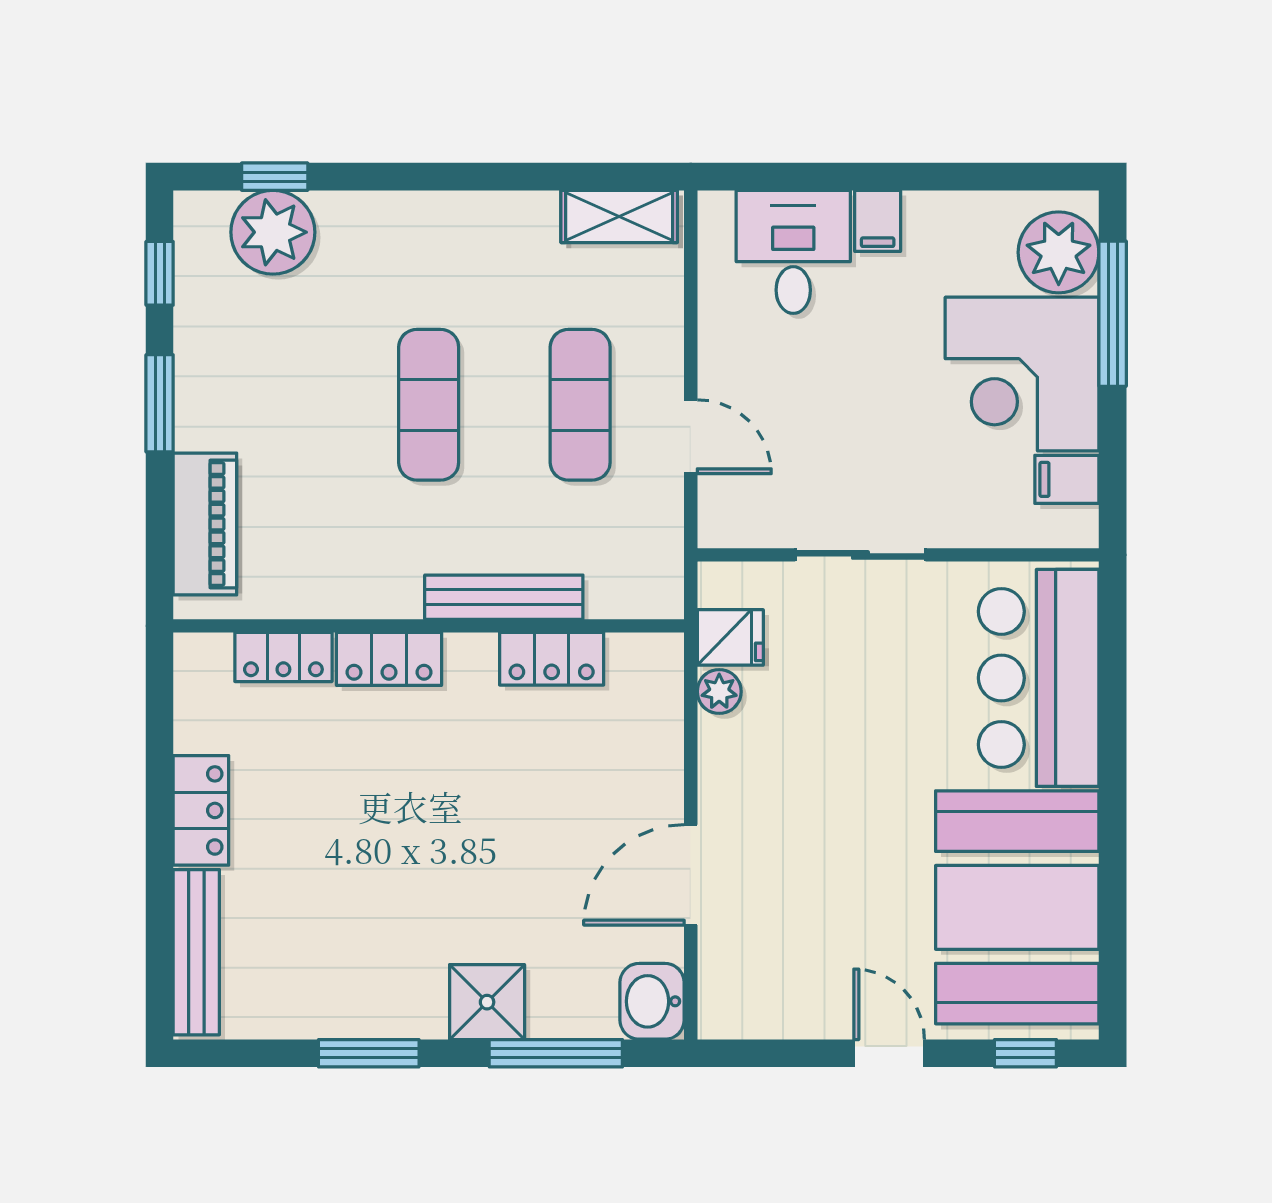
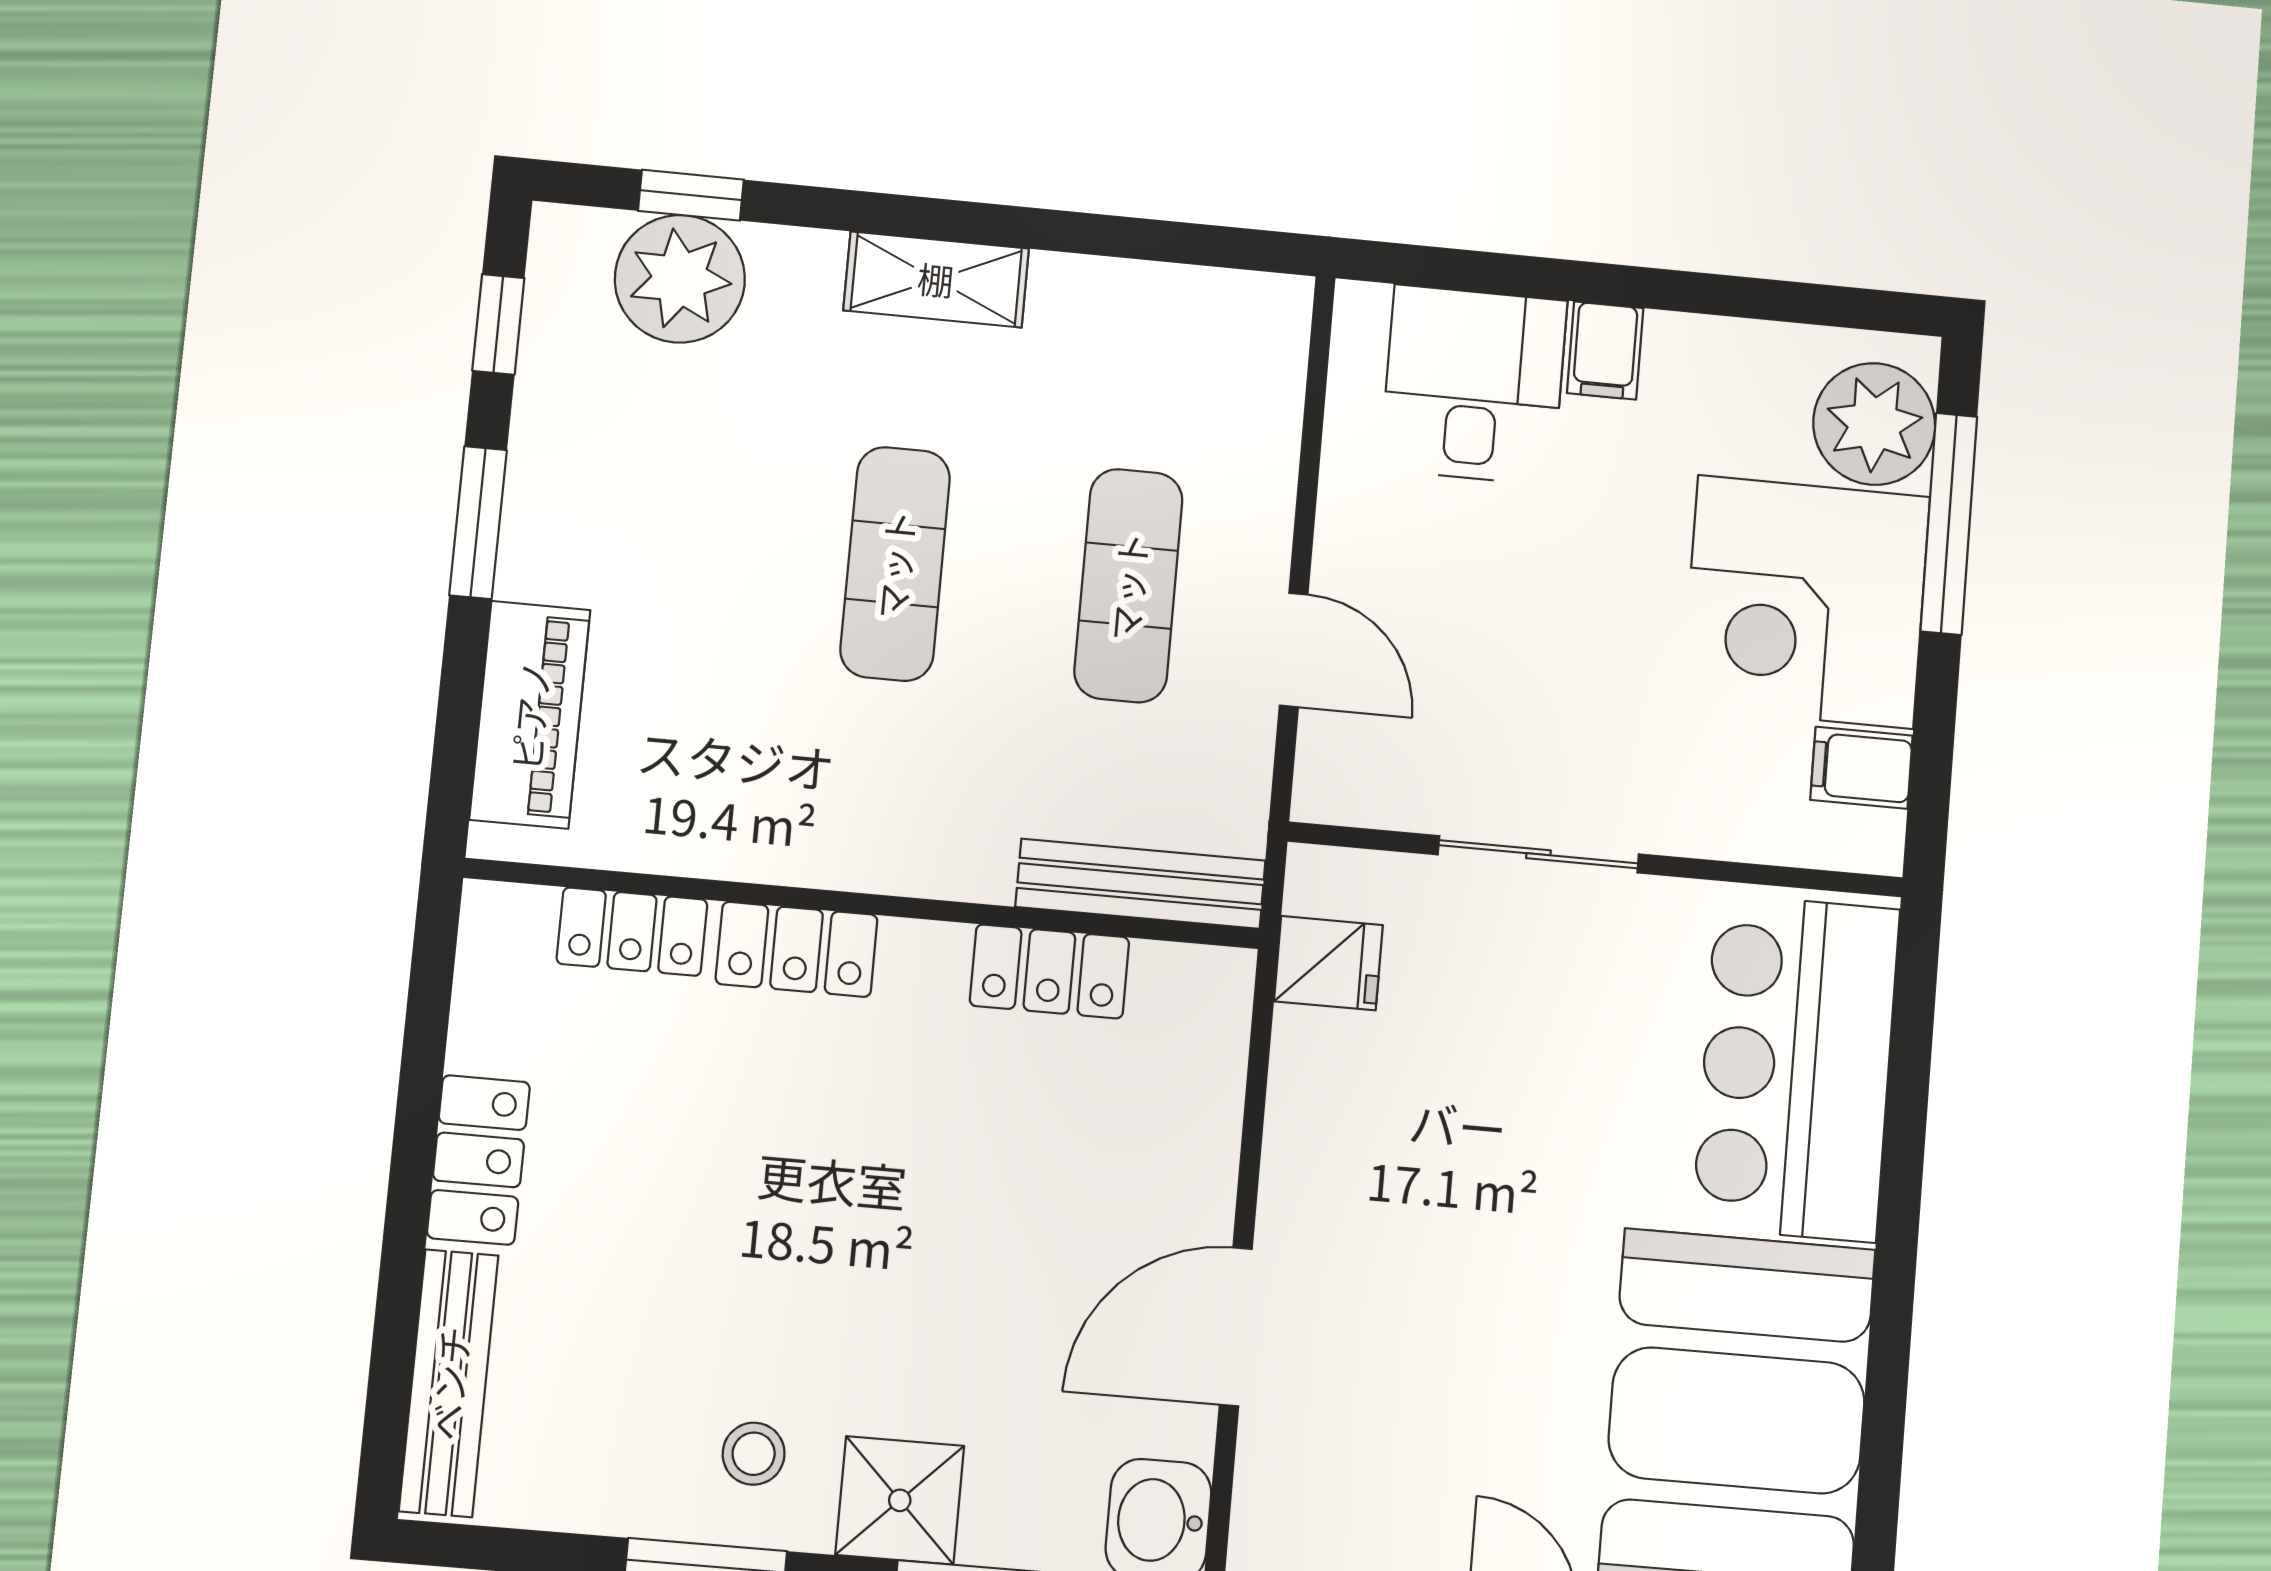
shelving: (619, 216) -> (936, 279), moved
bench: (504, 597) -> (1141, 884), moved
plant: (719, 692) -> (1304, 1045), removed
stool: (392, 980) -> (754, 1454), added

